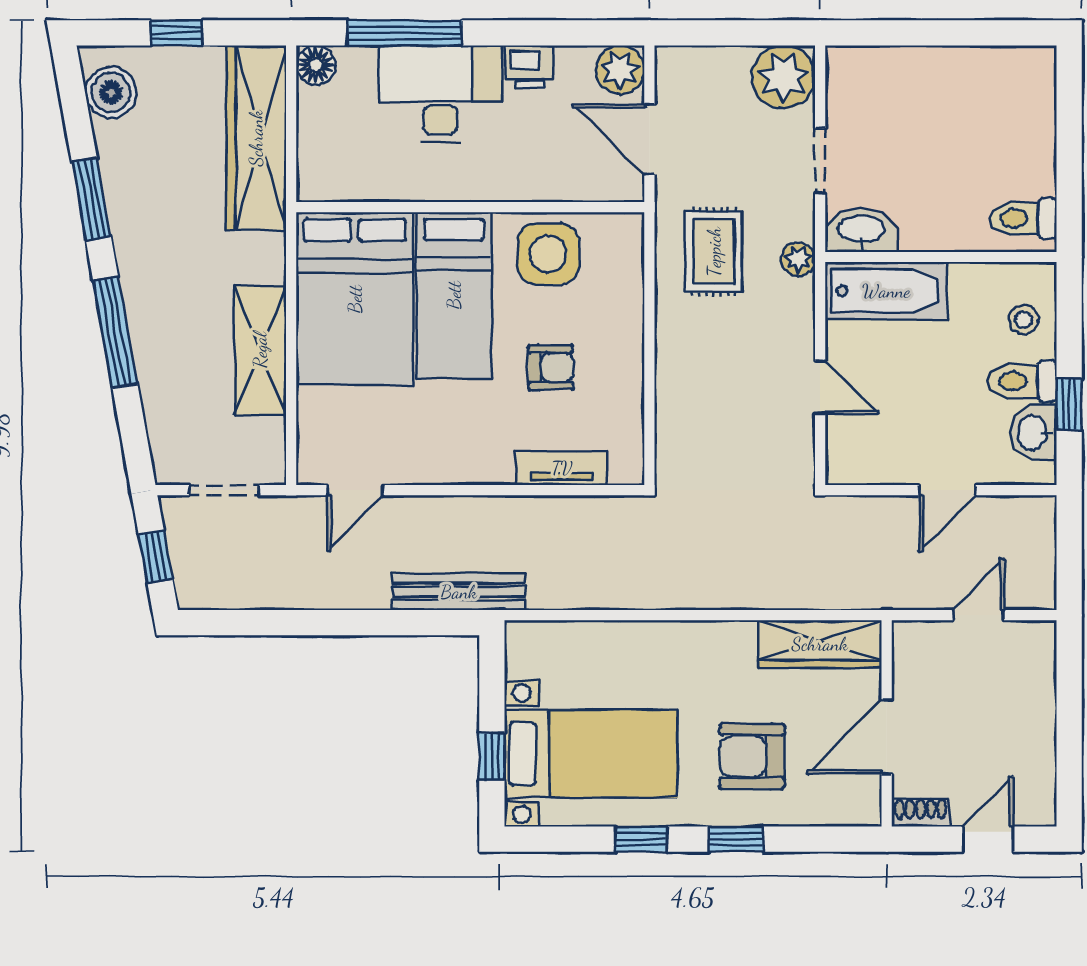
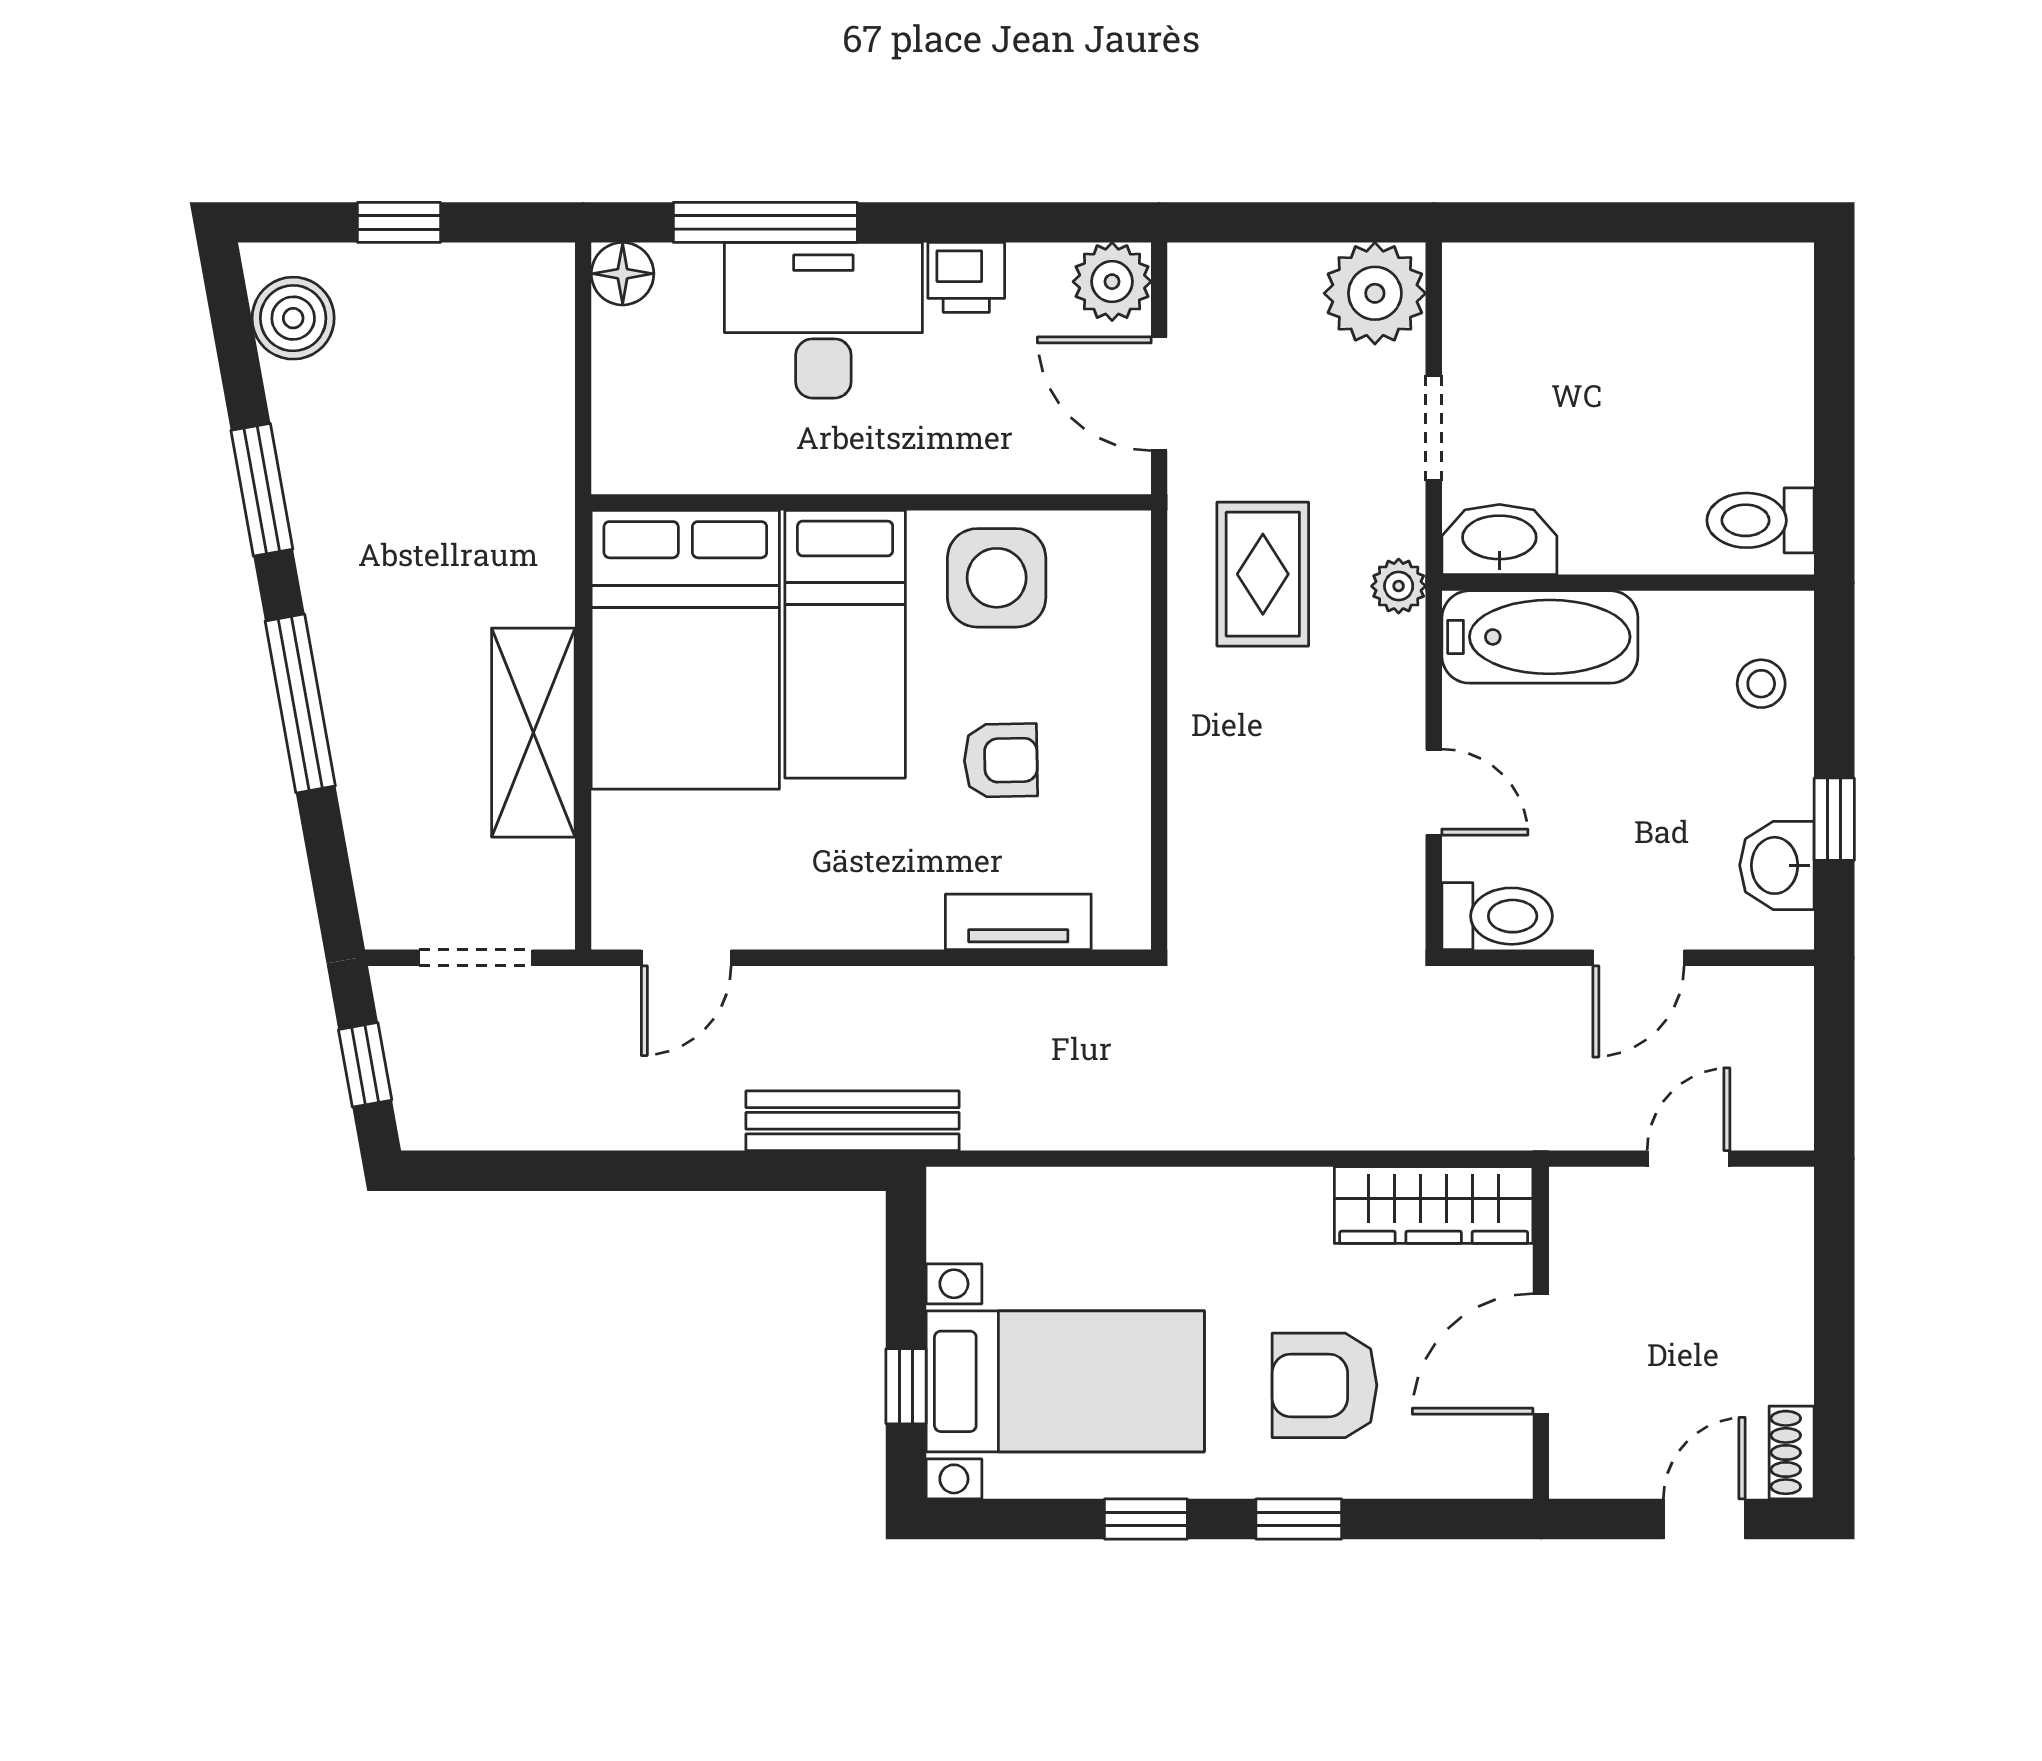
wardrobe: (256, 138) -> (527, 391), removed
toilet: (1022, 381) -> (1497, 916), moved, turned 180
shoe rack: (921, 813) -> (1792, 1452), moved, turned -90

